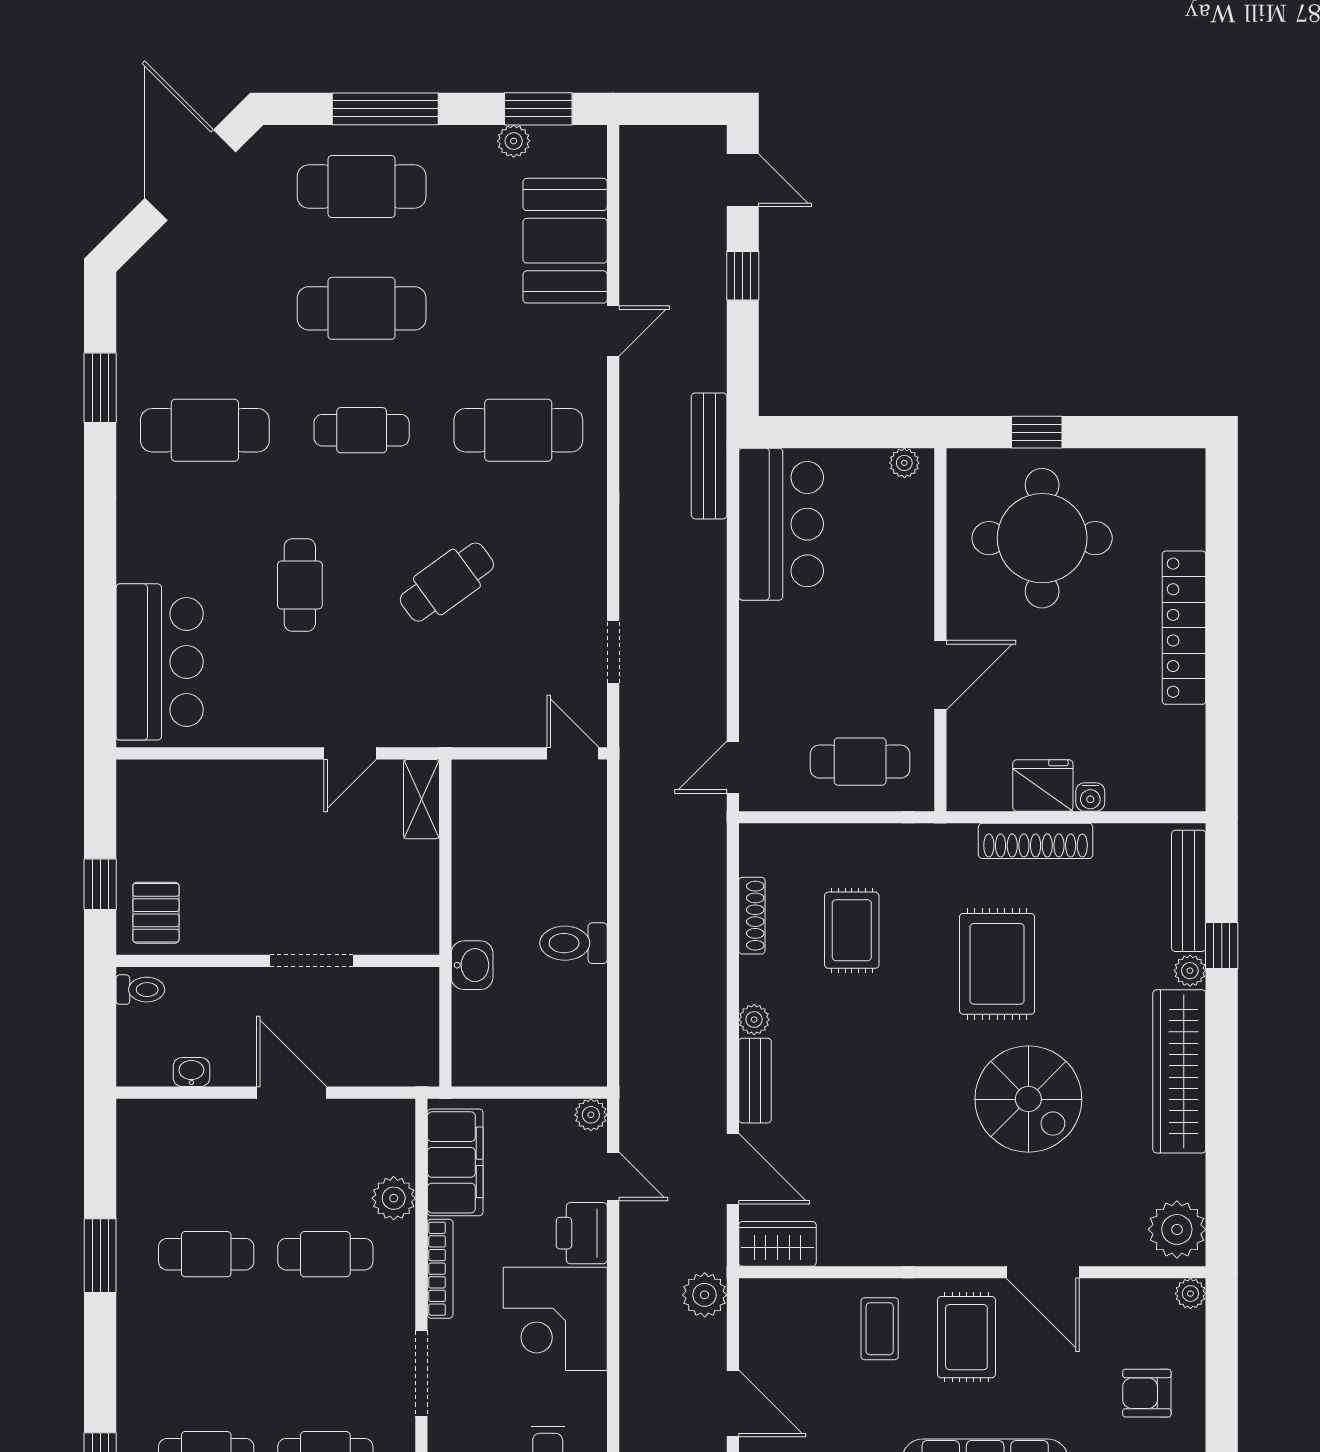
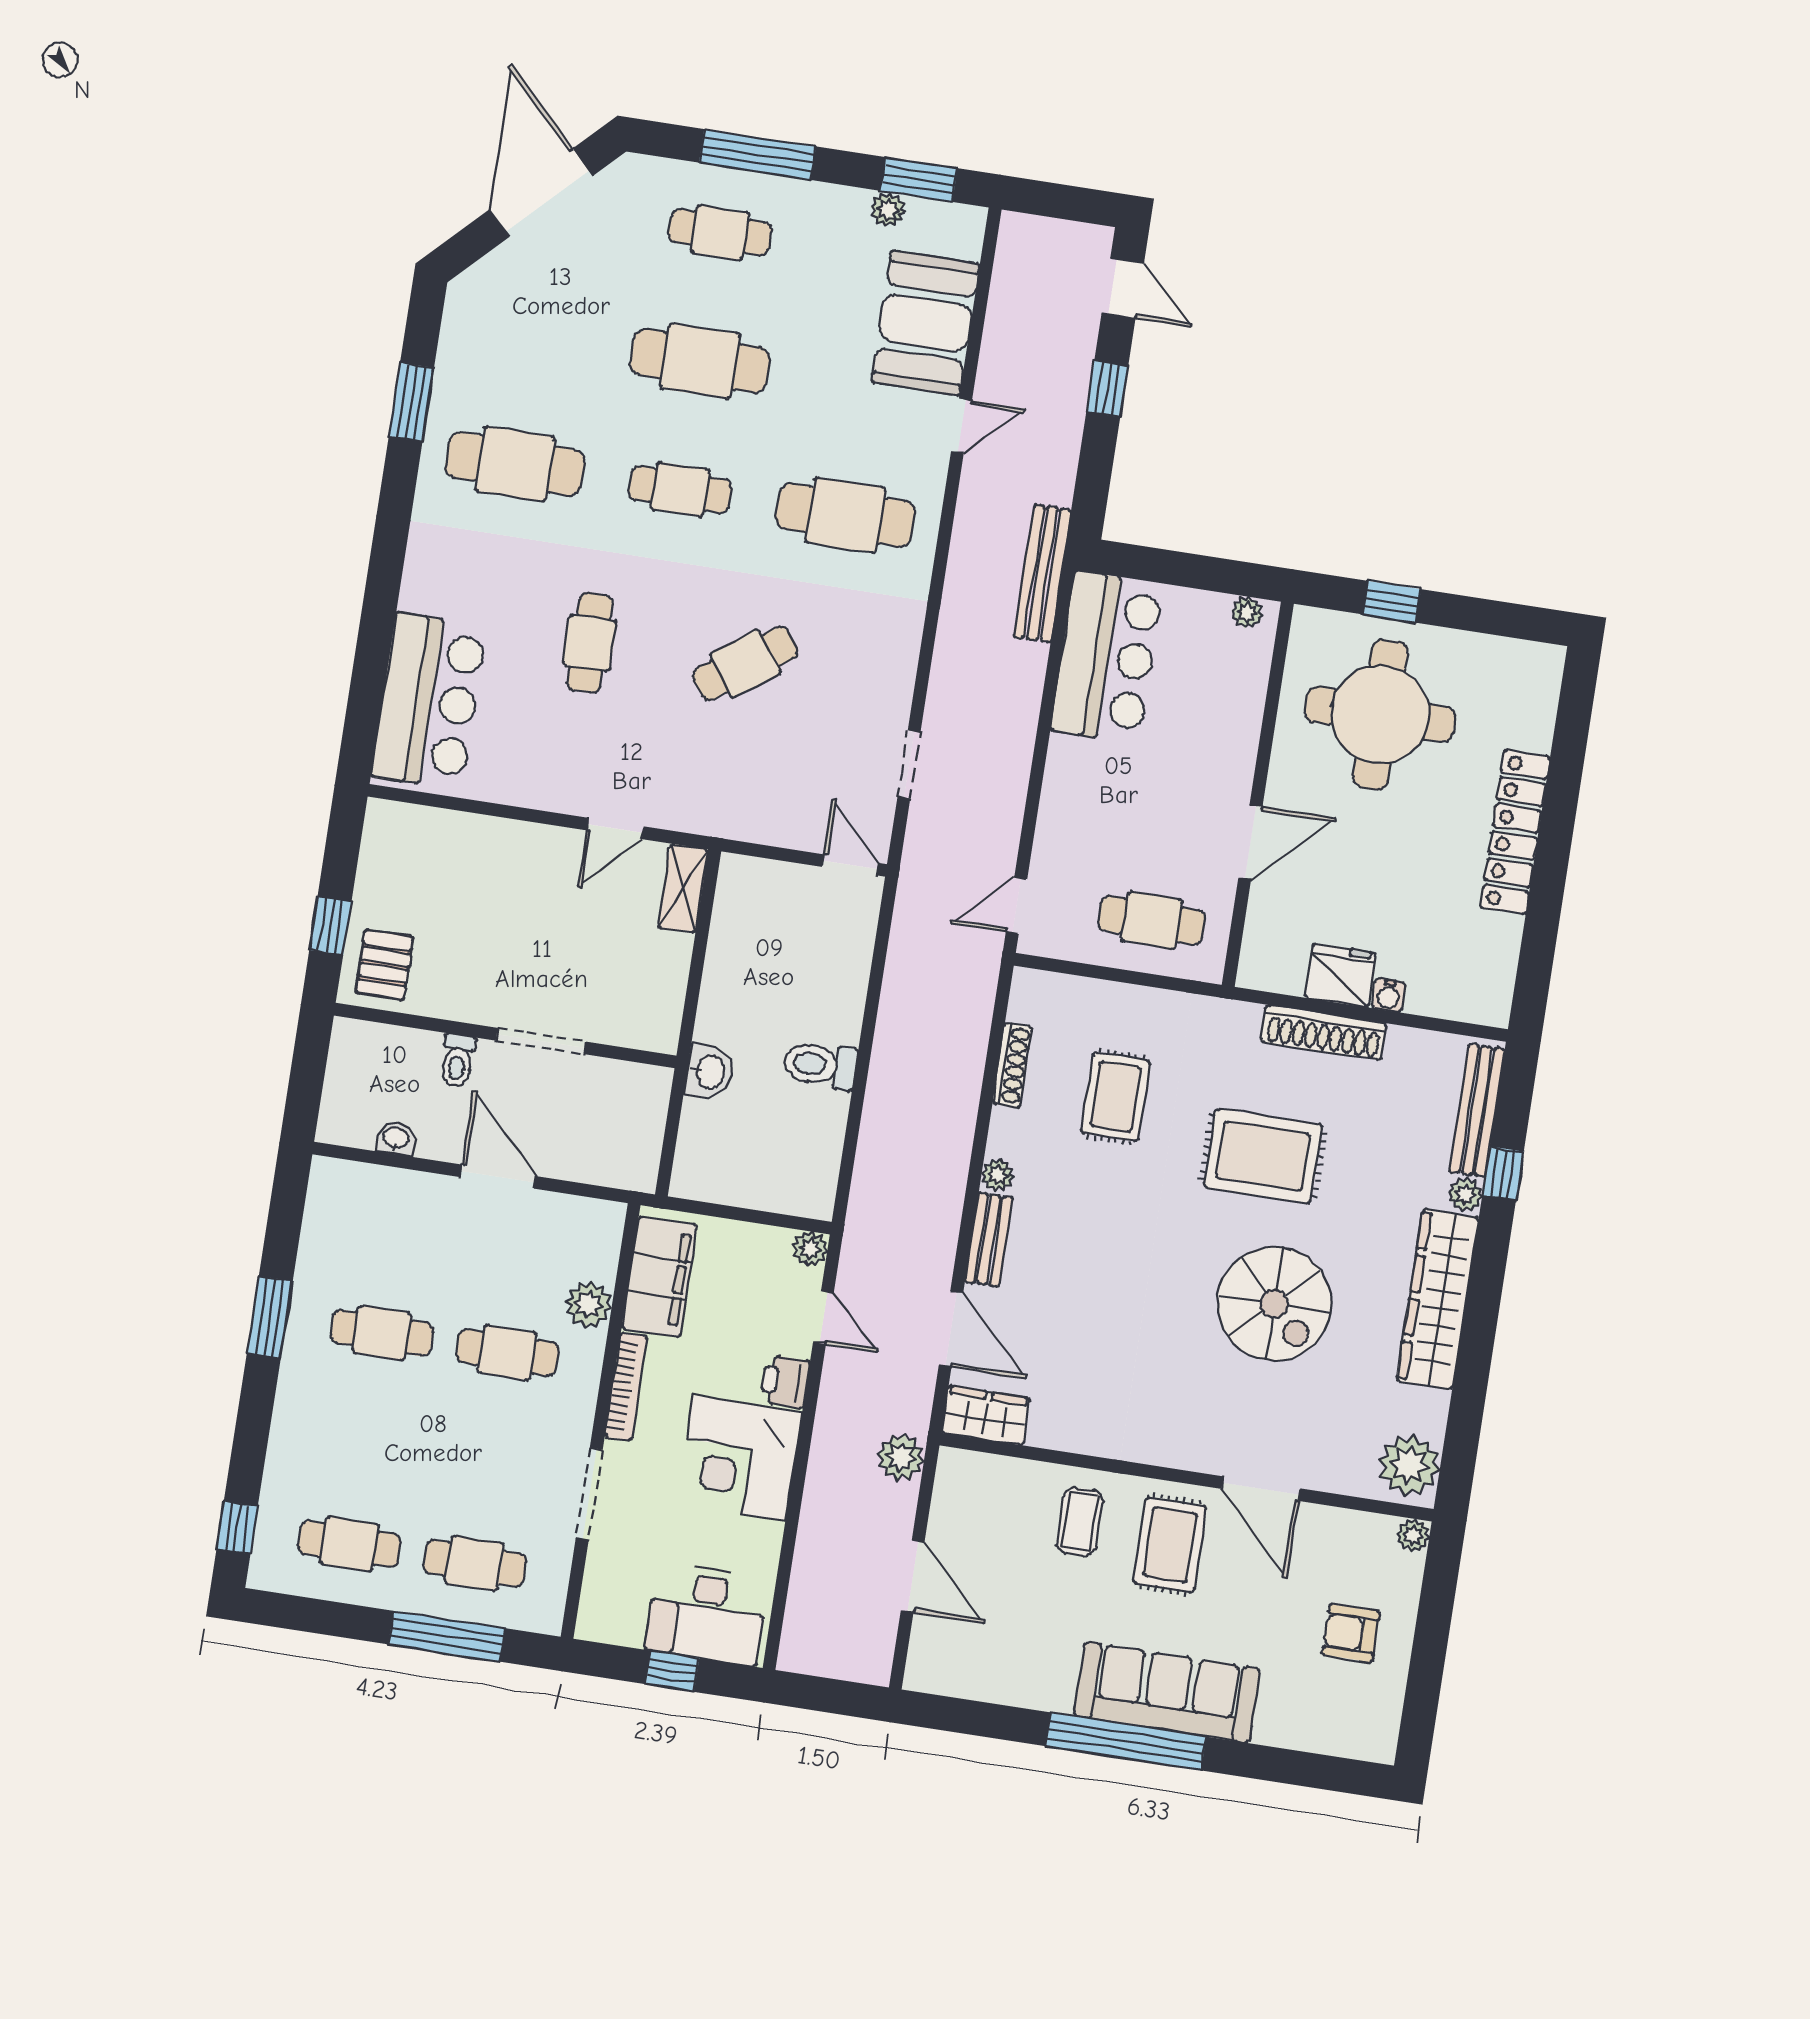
cafe table: (362, 186) -> (720, 233), width x0.73, depth x0.74
rug: (997, 964) -> (1263, 1156), turned 90
toilet: (140, 990) -> (457, 1061), moved, turned 90
printer: (582, 1233) -> (785, 1382), width x0.73, depth x0.81

